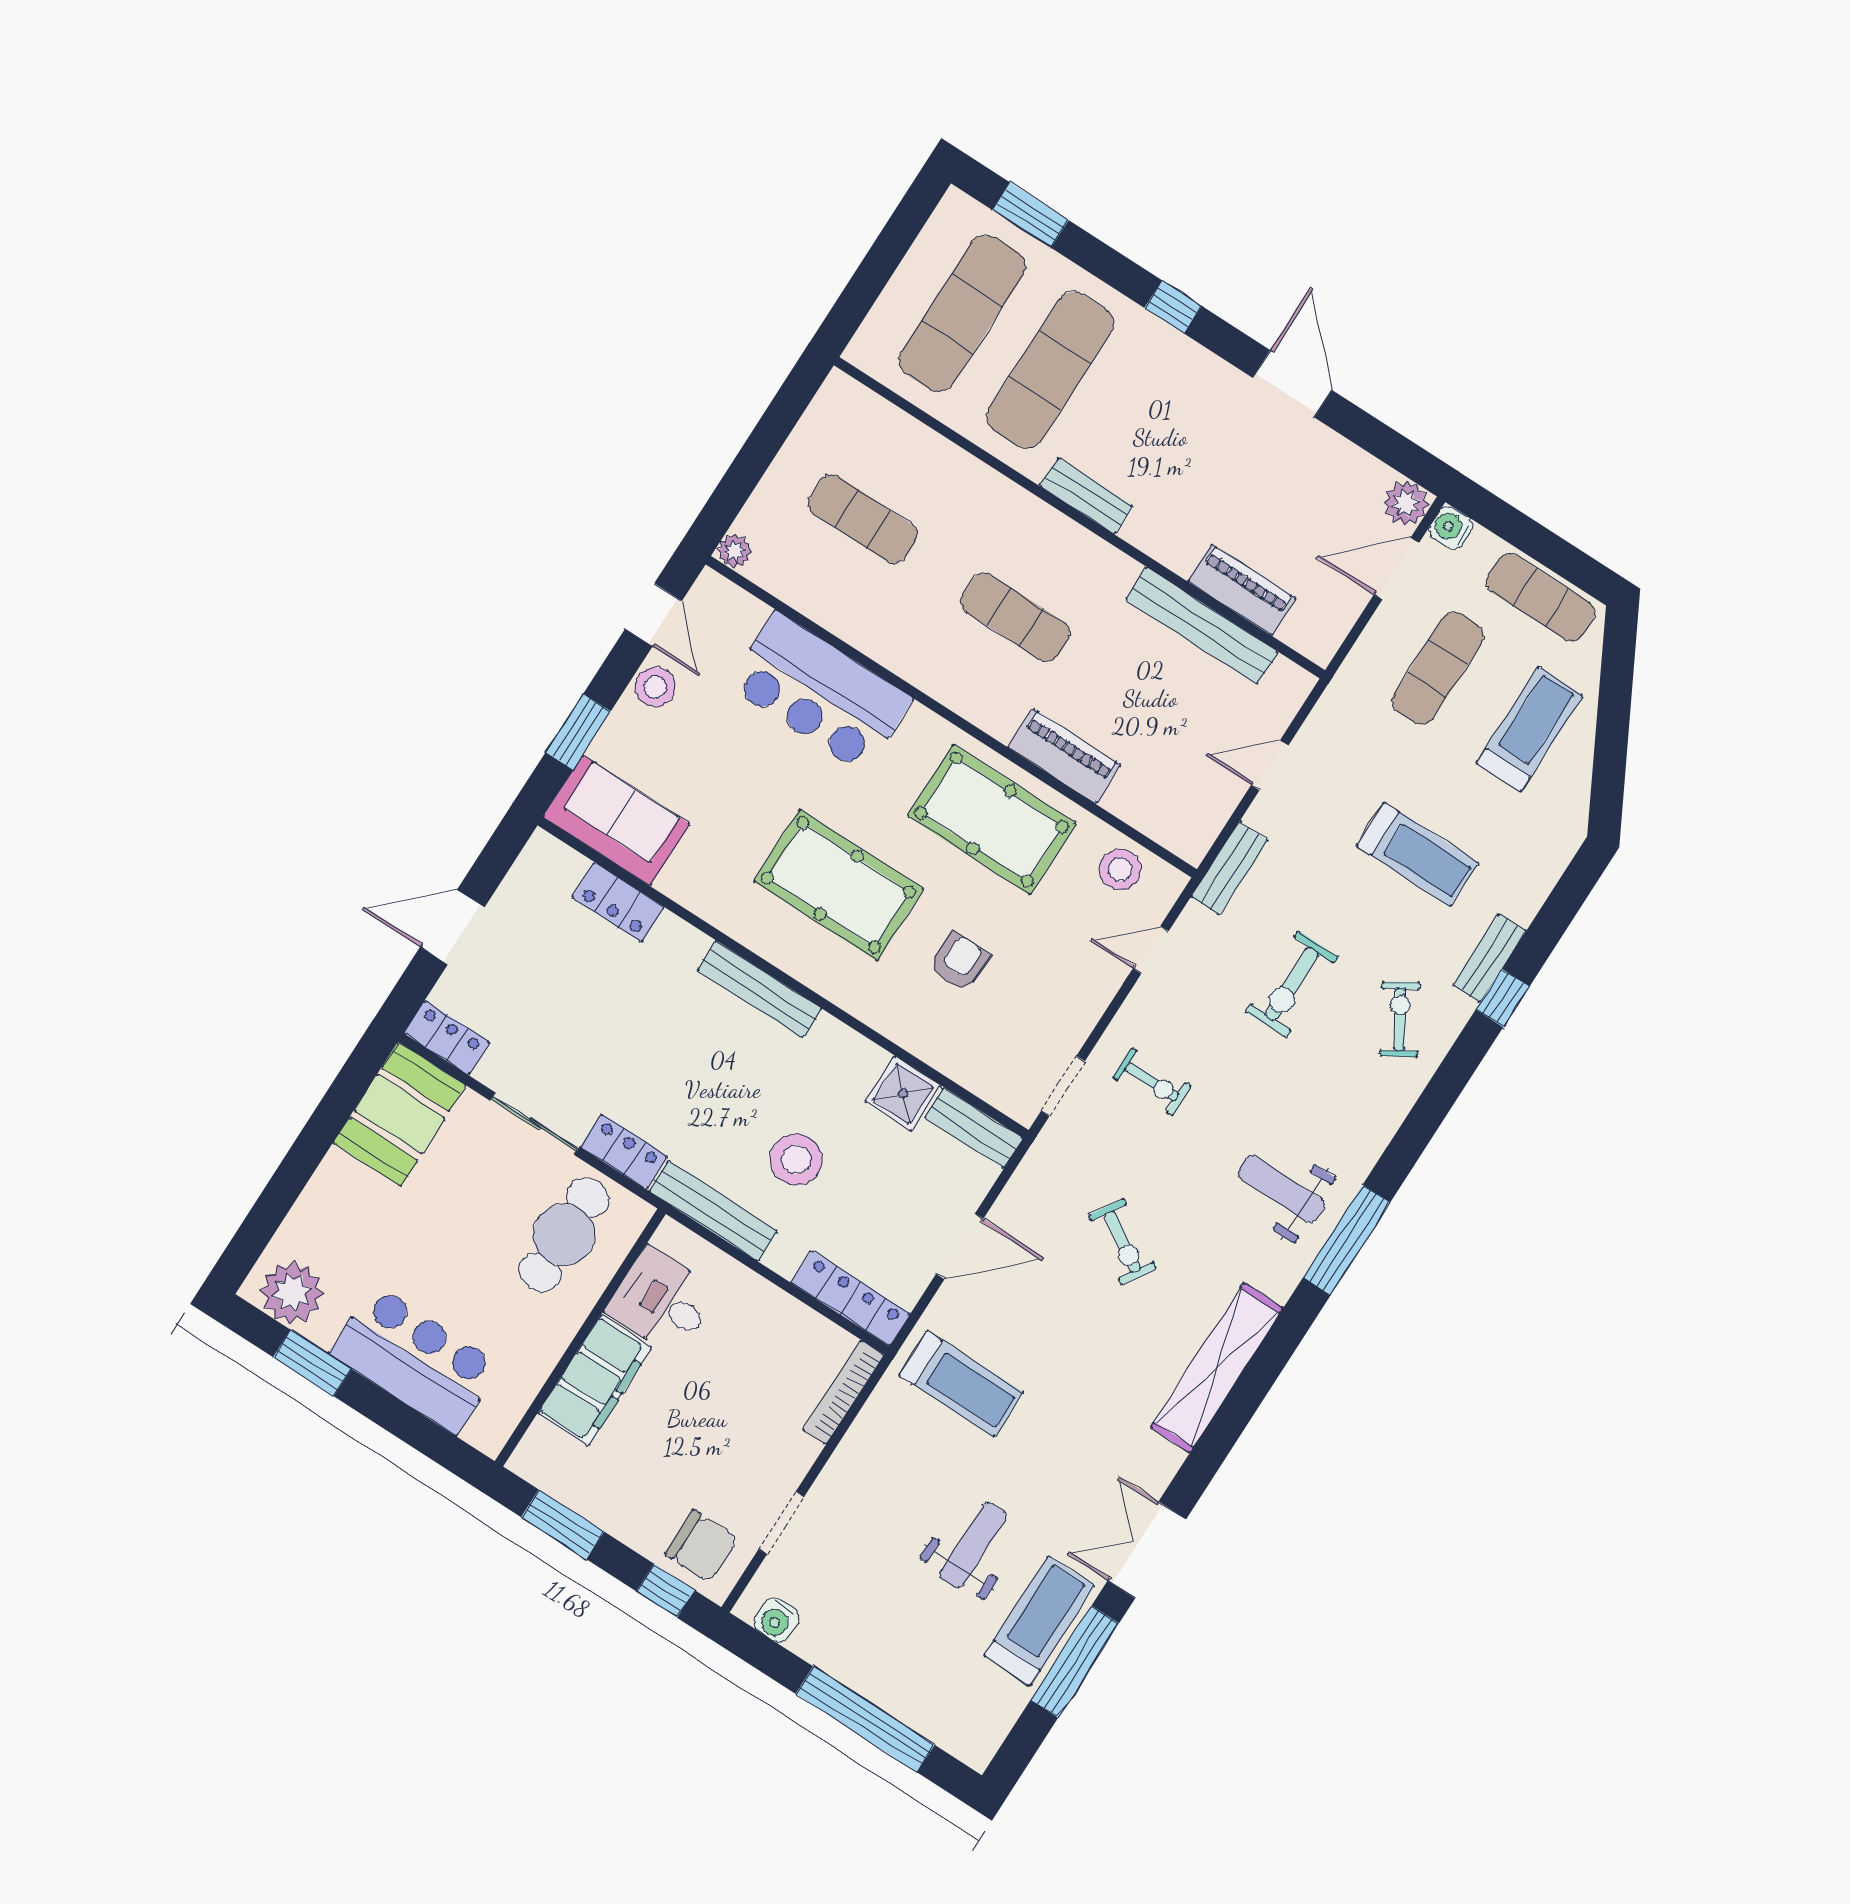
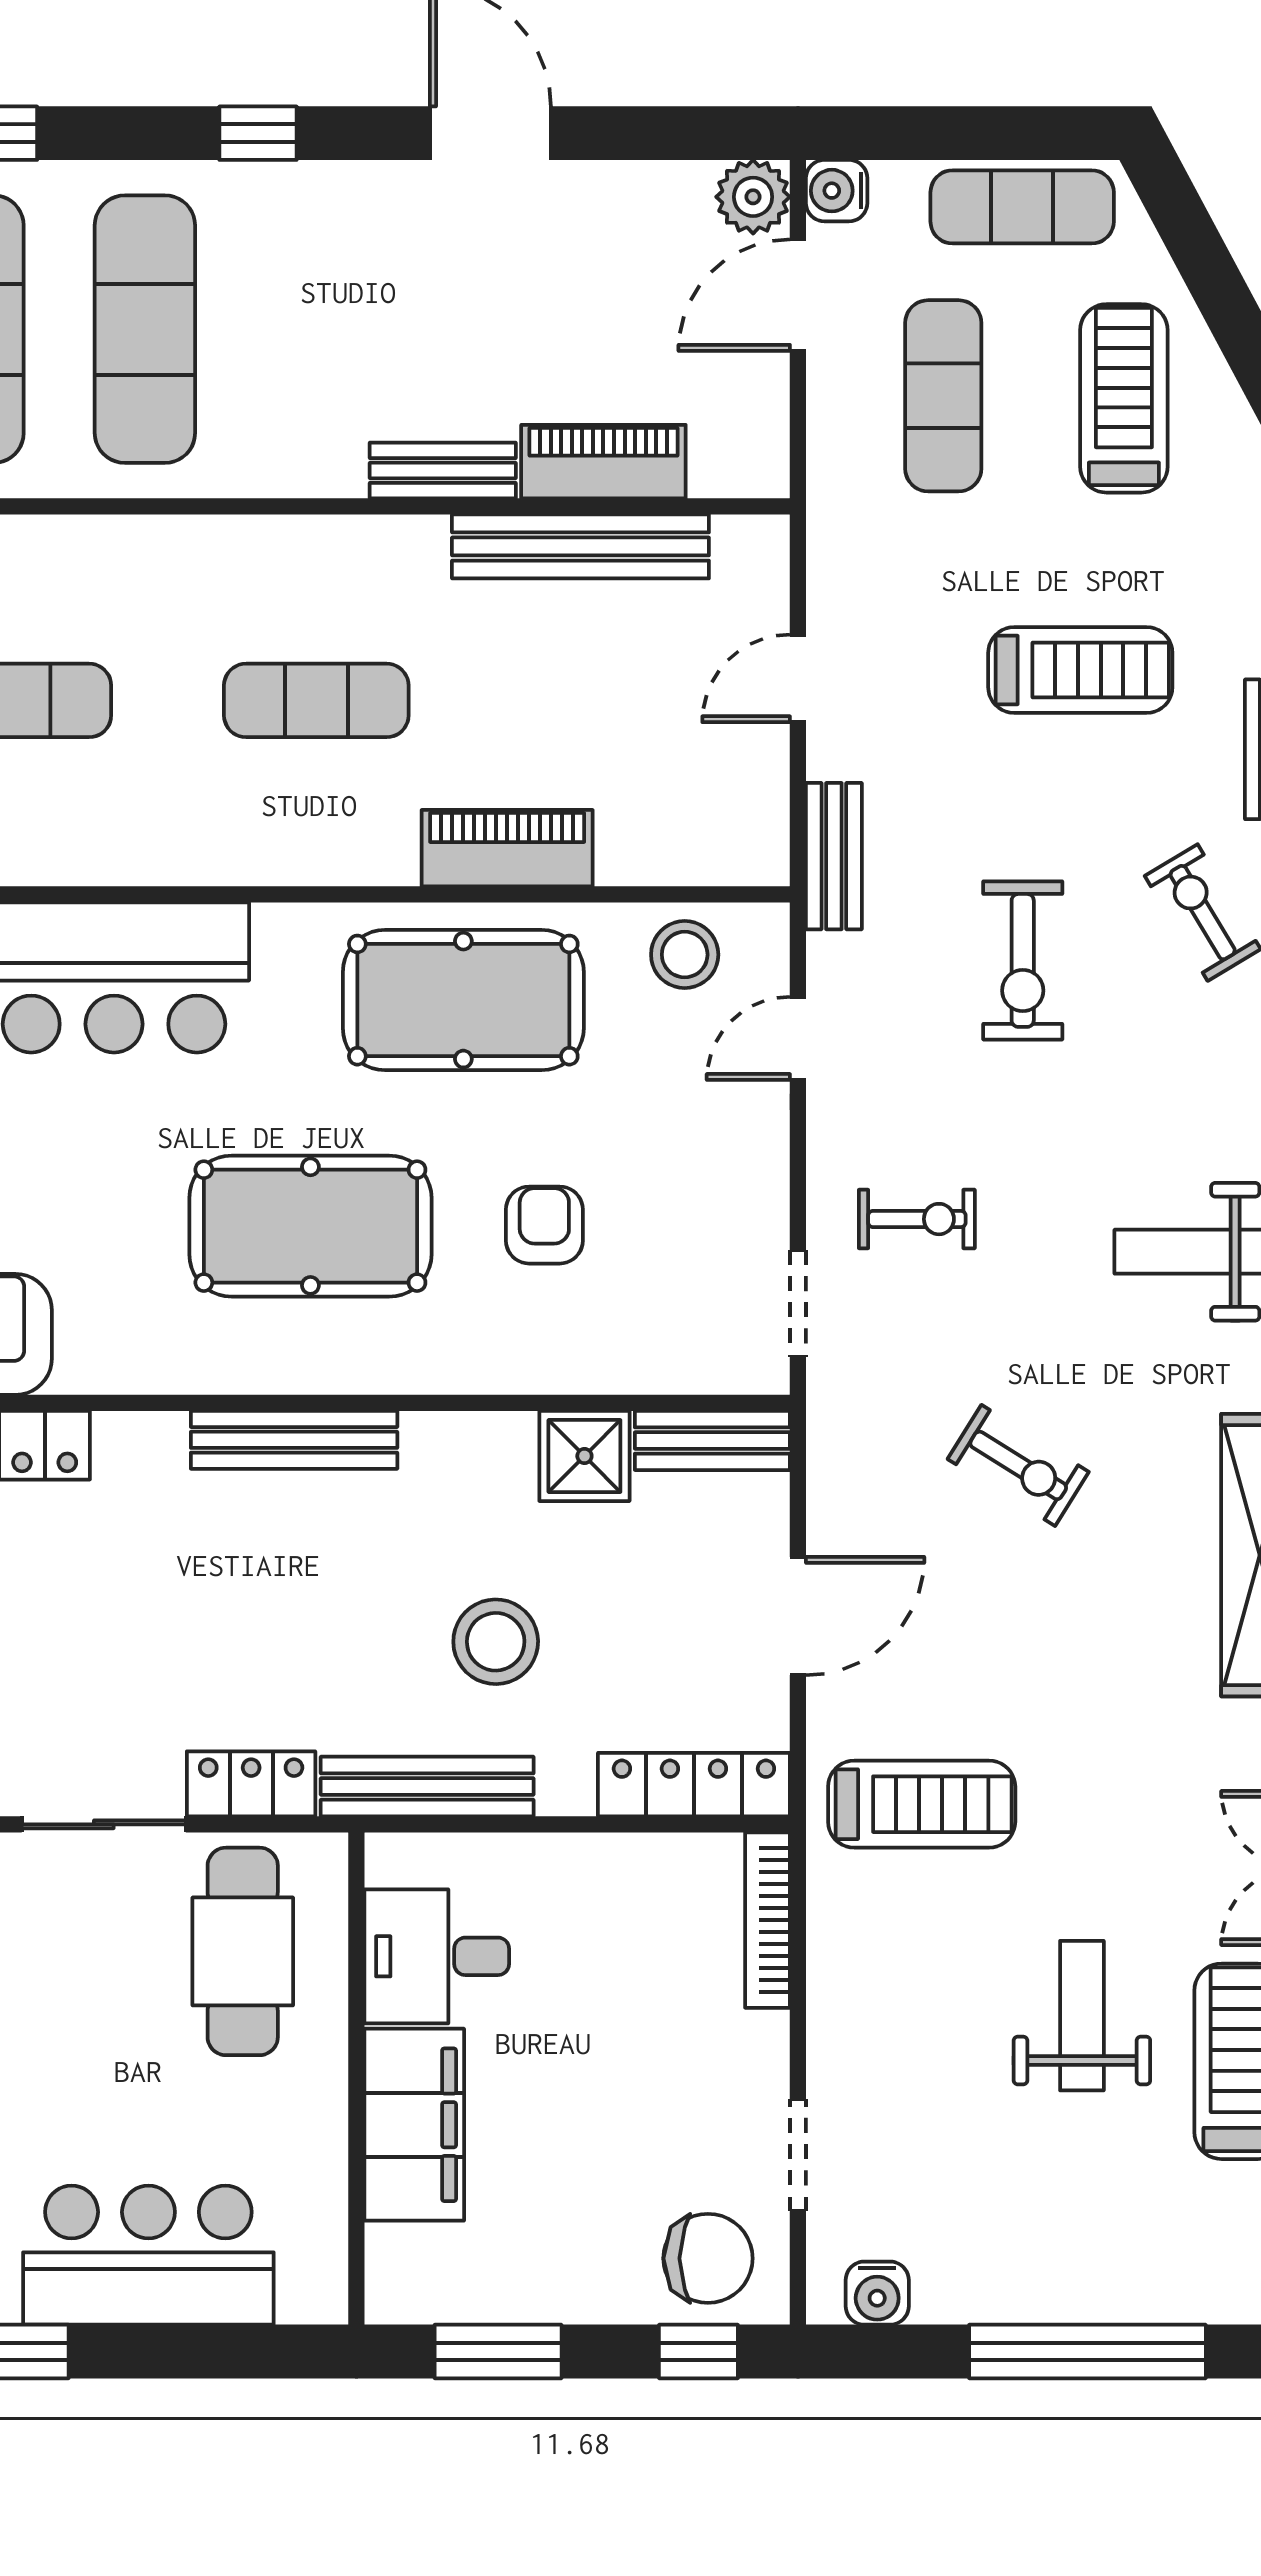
bench: (1086, 496) -> (443, 471), moved

